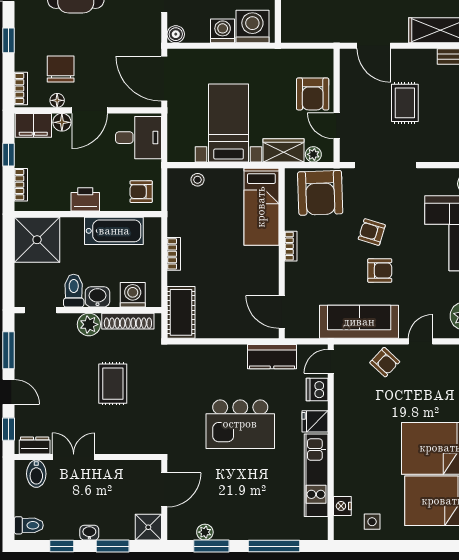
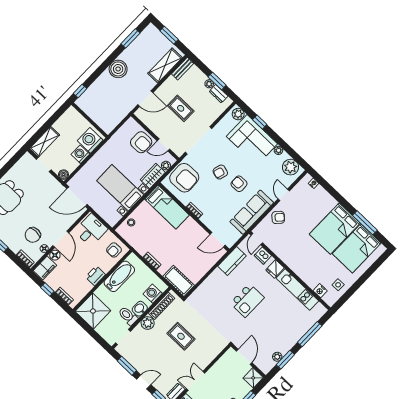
chair: (61, 69) -> (33, 235), turned -90
armchair: (380, 270) -> (239, 184), turned -90
kitchen island: (240, 424) -> (247, 300), width x0.73, depth x0.78

